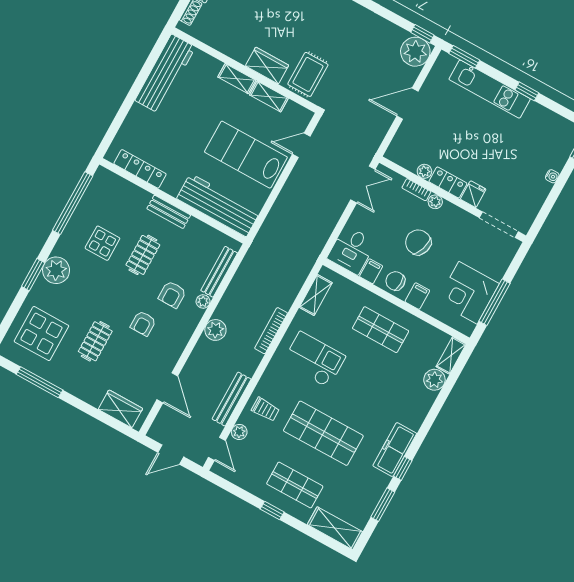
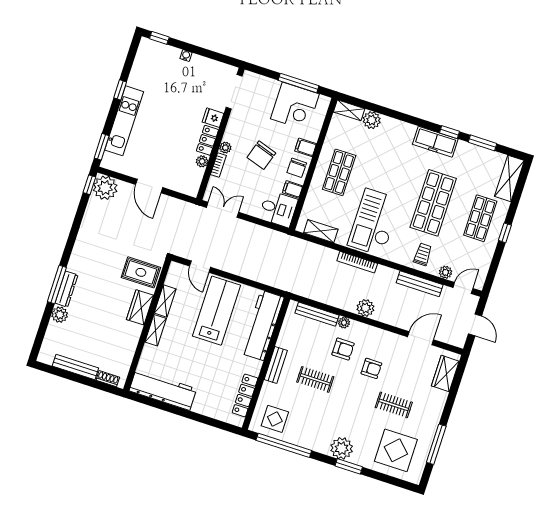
lab bench: (246, 155) -> (217, 311), turned 180
display table: (102, 243) -> (275, 419), moved
checkout: (314, 360) -> (374, 222), width x1.36, depth x1.21

